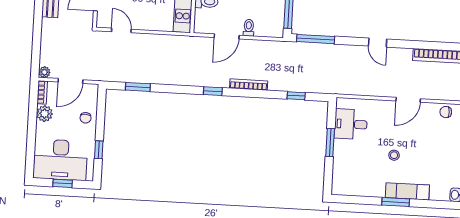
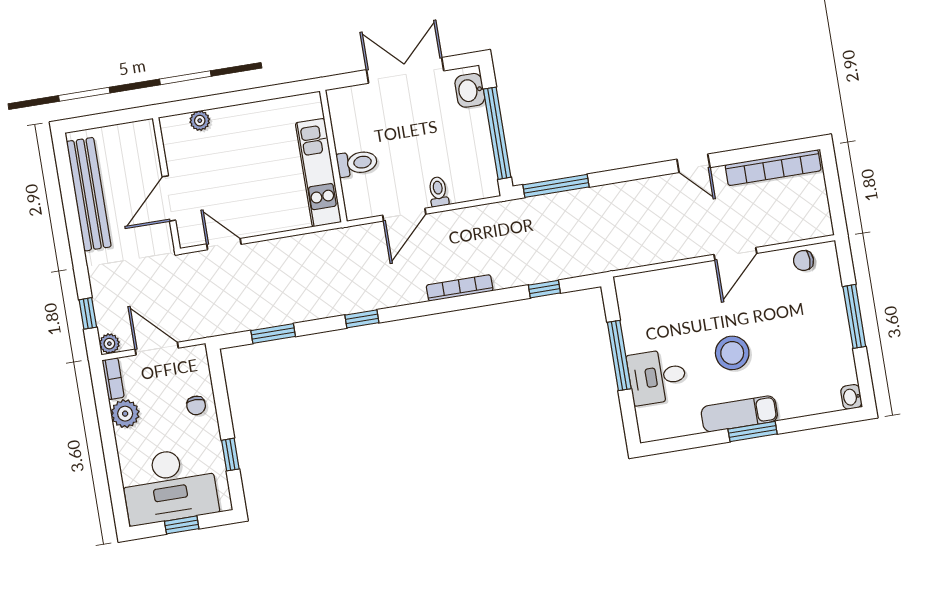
door: (378, 43) -> (693, 163), moved
window: (36, 53) -> (88, 313), added
door: (70, 81) -> (157, 349), swing flipped
window: (213, 91) -> (362, 319), moved
desk: (351, 124) -> (657, 377), moved
window: (330, 143) -> (619, 356), width x1.44
stool: (394, 155) -> (732, 353), width x1.89, depth x1.89
exam couch: (407, 191) -> (739, 414), moved

